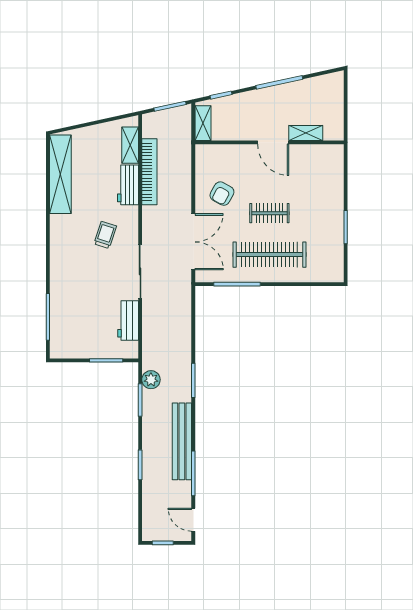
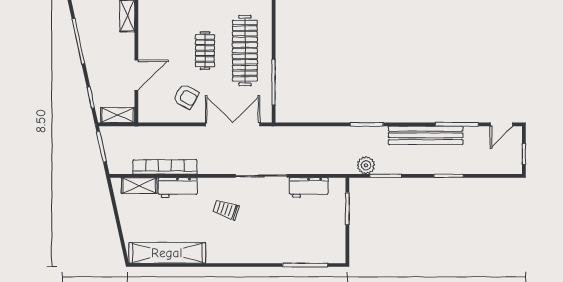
door: (273, 142) -> (136, 75), moved

